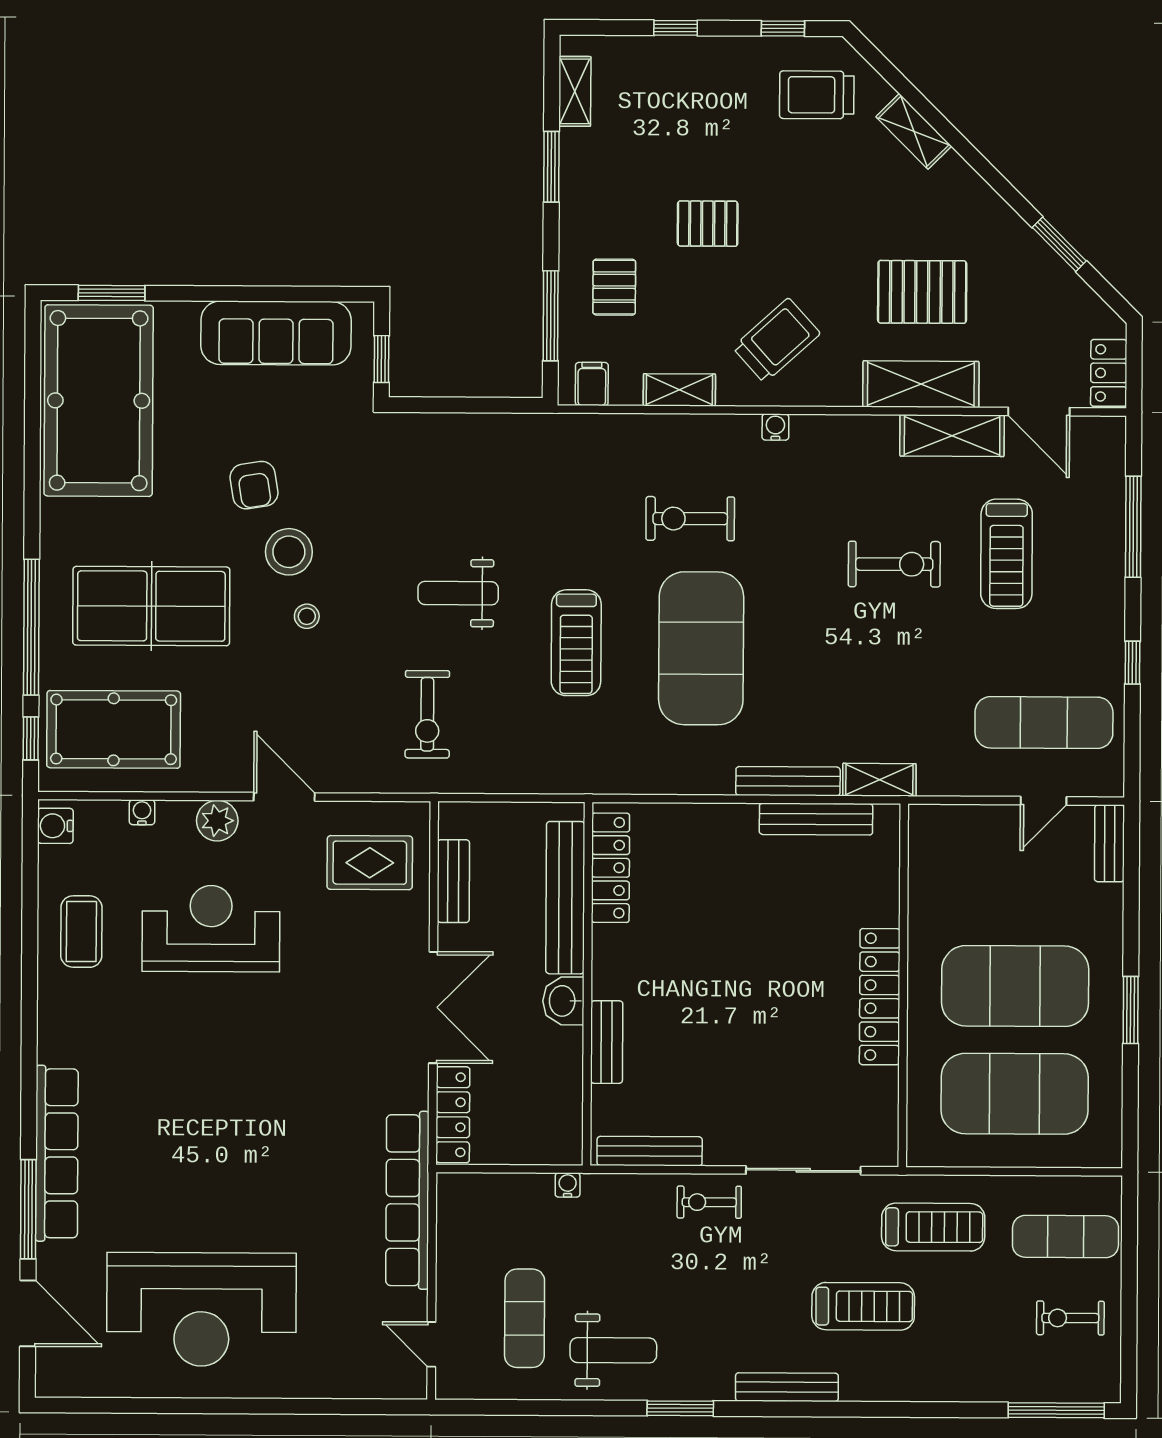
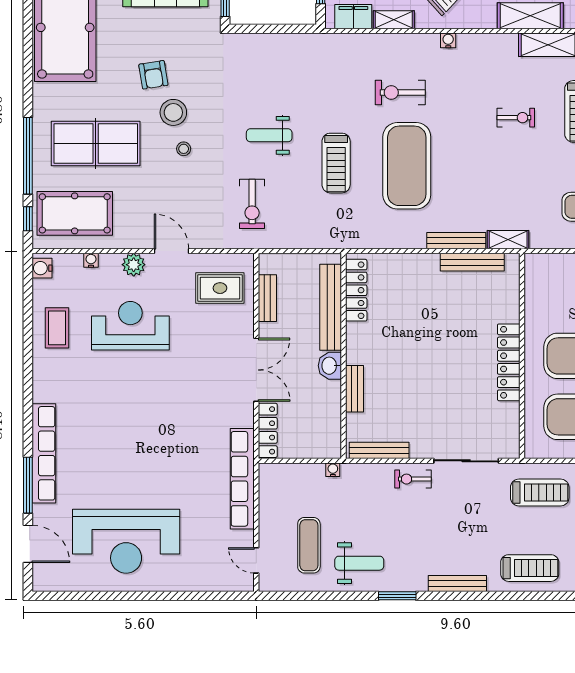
filing cabinet: (592, 384) -> (353, 17), width x2.00
exercise bike: (894, 564) -> (516, 118), width x0.73, depth x0.72
treadmill: (863, 1306) -> (530, 568), moved

